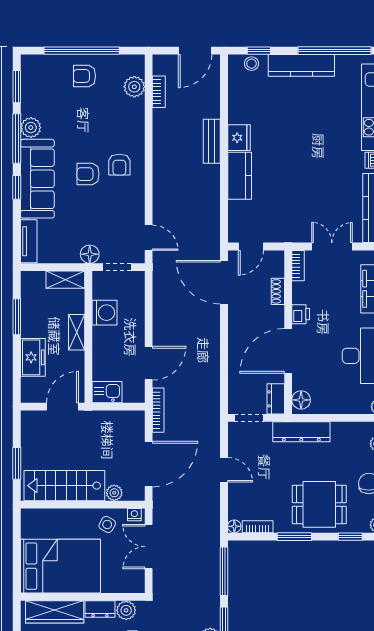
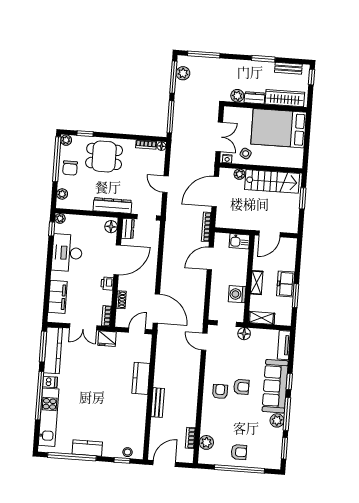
kitchen counter: (301, 65) -> (87, 448), width x0.67
fridge: (239, 138) -> (107, 339), moved, turned -90
freezer: (33, 357) -> (286, 284), moved
window: (294, 537) -> (122, 136), removed

